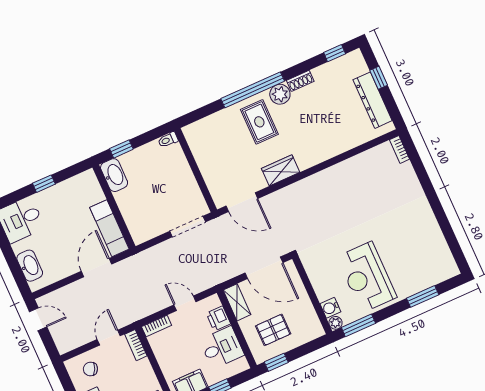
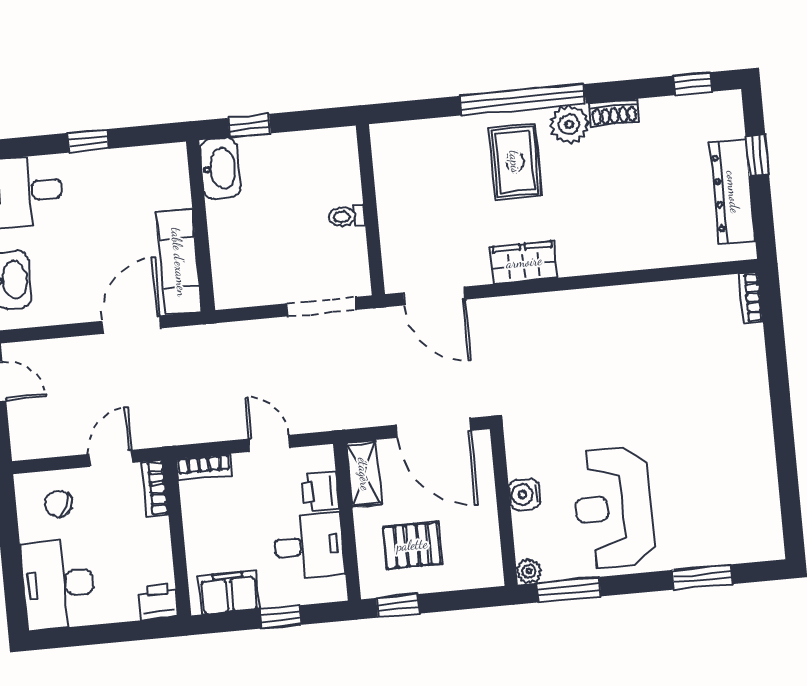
toilet: (168, 140) -> (347, 216), moved
water cooler: (330, 308) -> (525, 494), moved

